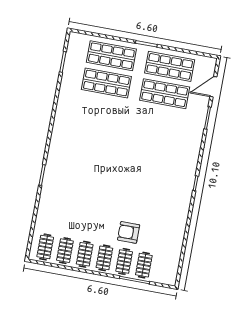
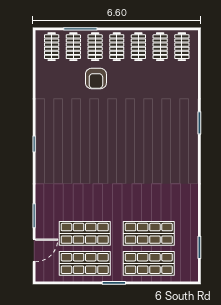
armchair: (129, 232) -> (96, 79), turned 90
clothes rail: (164, 269) -> (52, 47), added

